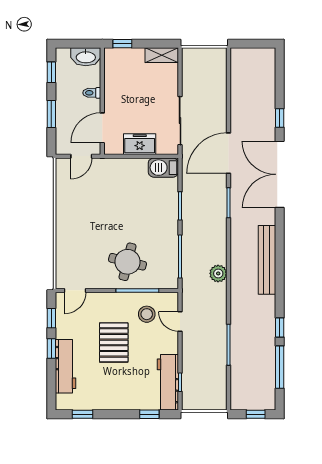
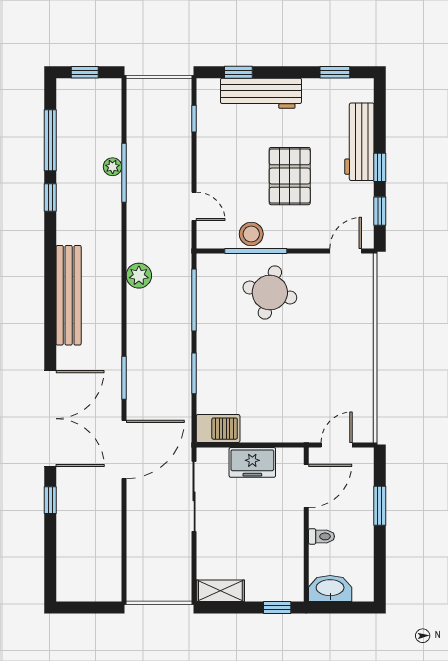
window: (51, 72) -> (380, 566), removed
stool: (147, 314) -> (251, 234), moved
plant: (236, 349) -> (113, 167), added
workbench: (168, 382) -> (261, 93), moved, turned 90

